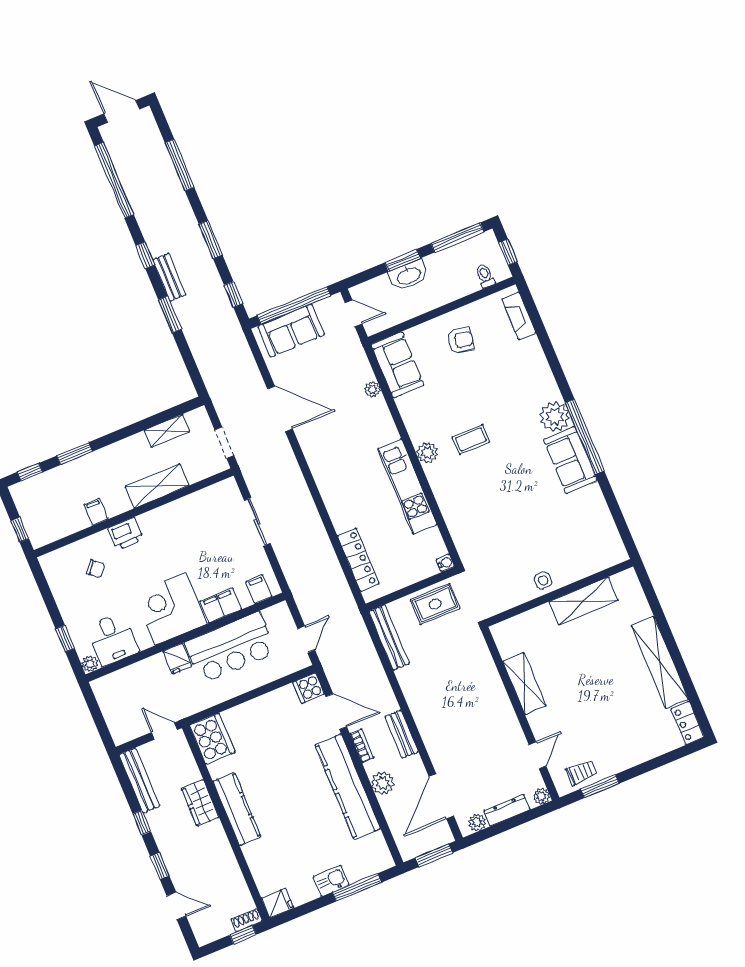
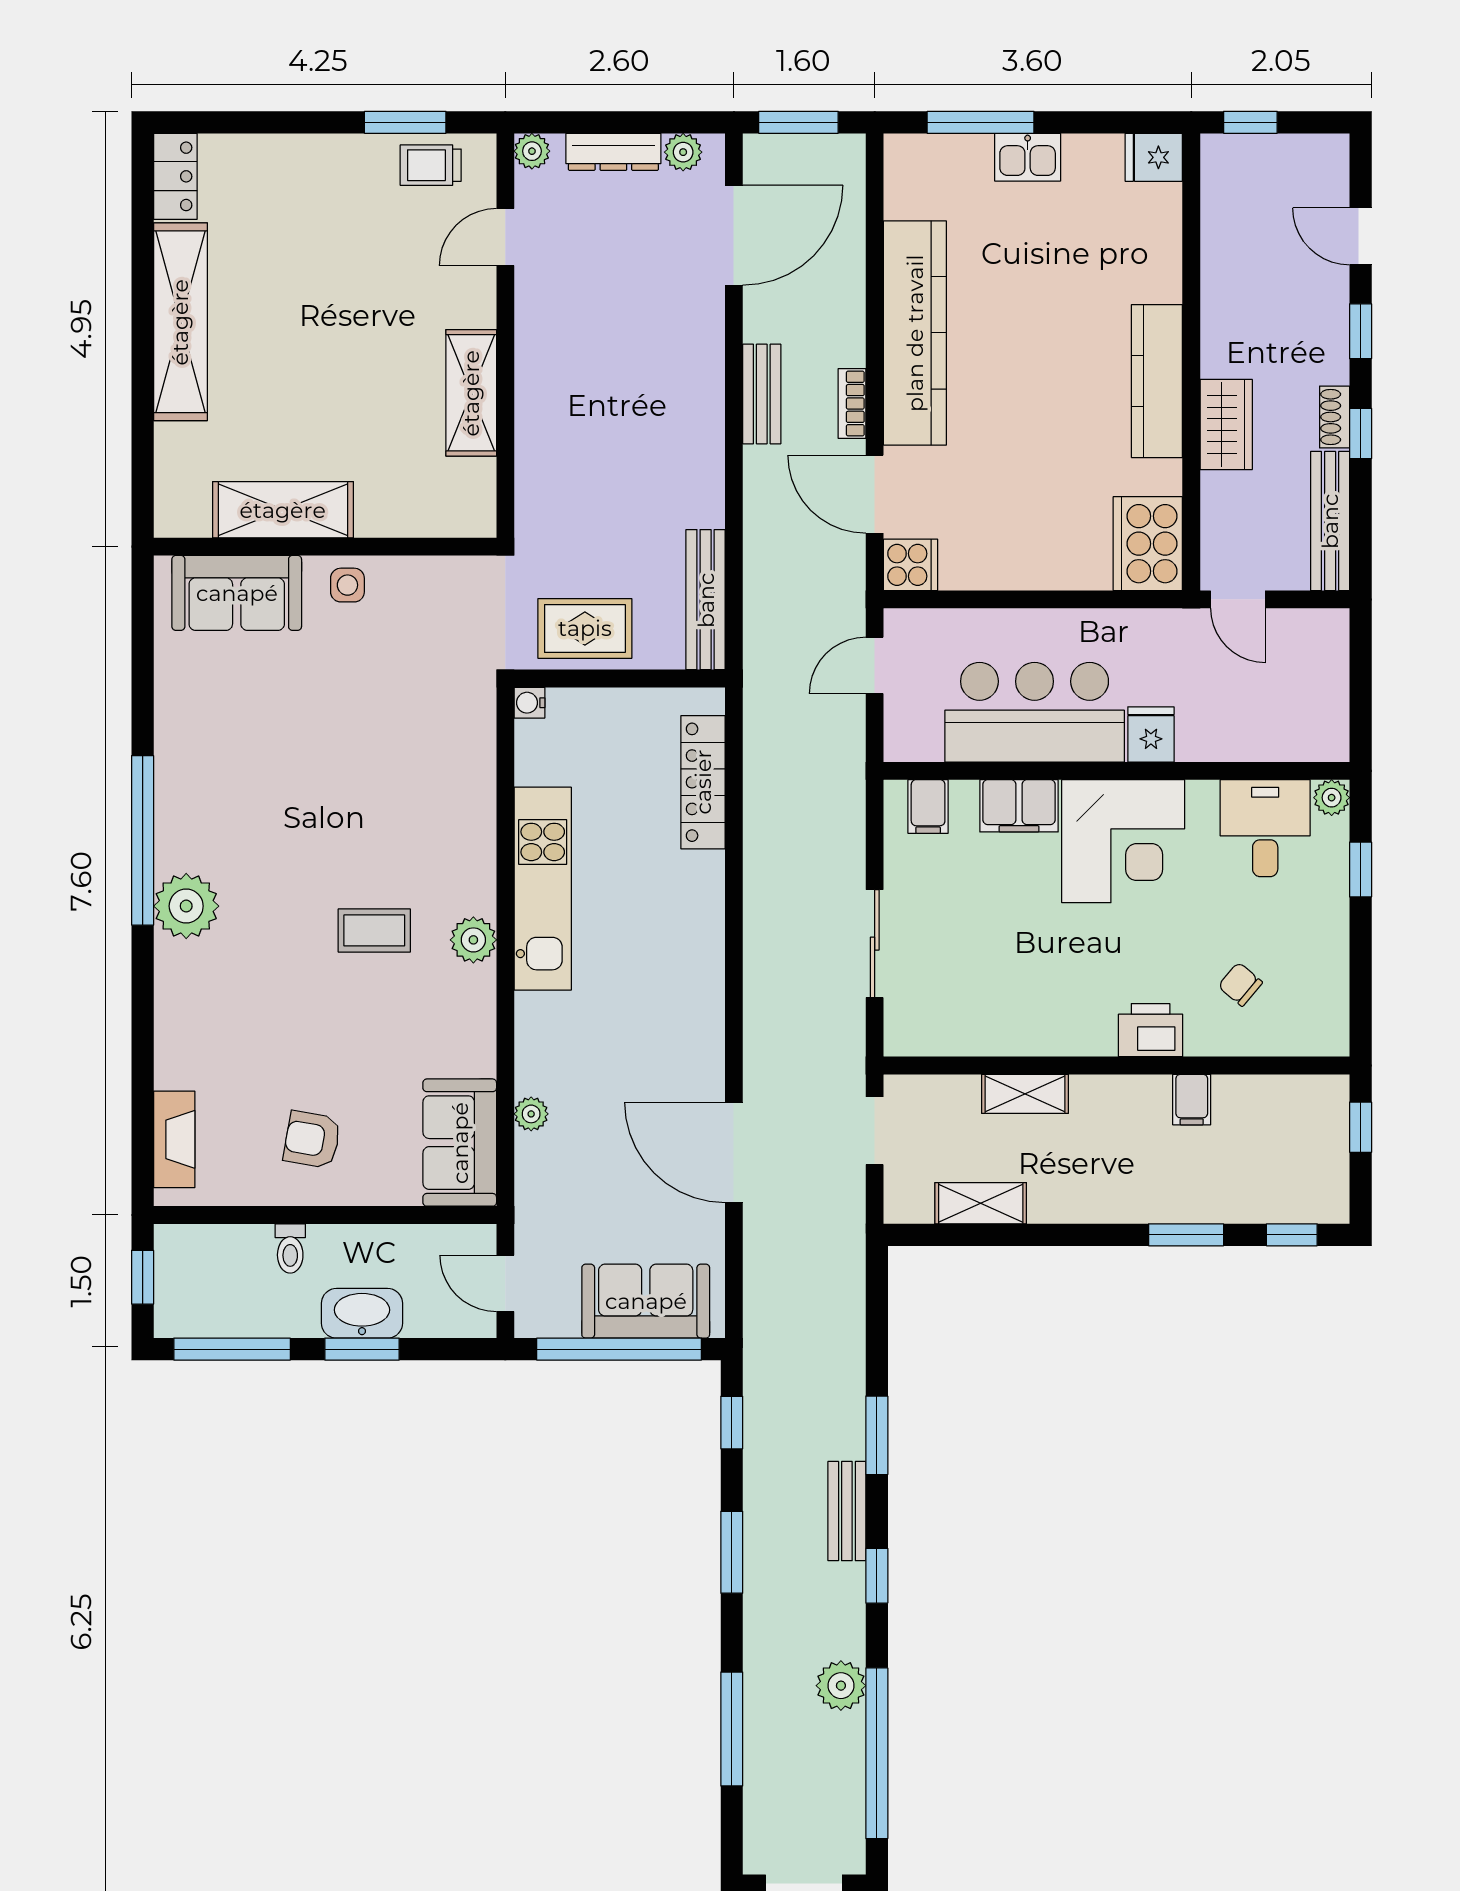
toilet: (485, 276) -> (290, 1248), moved
sofa: (570, 460) -> (237, 593), moved, turned 90
shelving: (157, 486) -> (1025, 1094), width x0.67, depth x0.75
plant: (383, 783) -> (841, 1686), moved
shoe rack: (247, 920) -> (1335, 417), moved, turned 90

